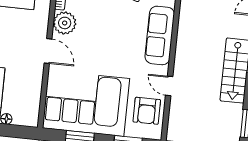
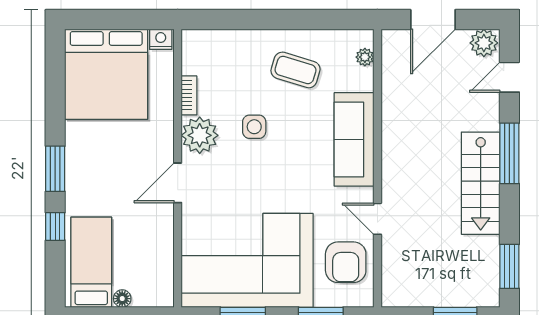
side table: (99, 21) -> (254, 127), added
door: (48, 51) -> (178, 183), swing flipped

